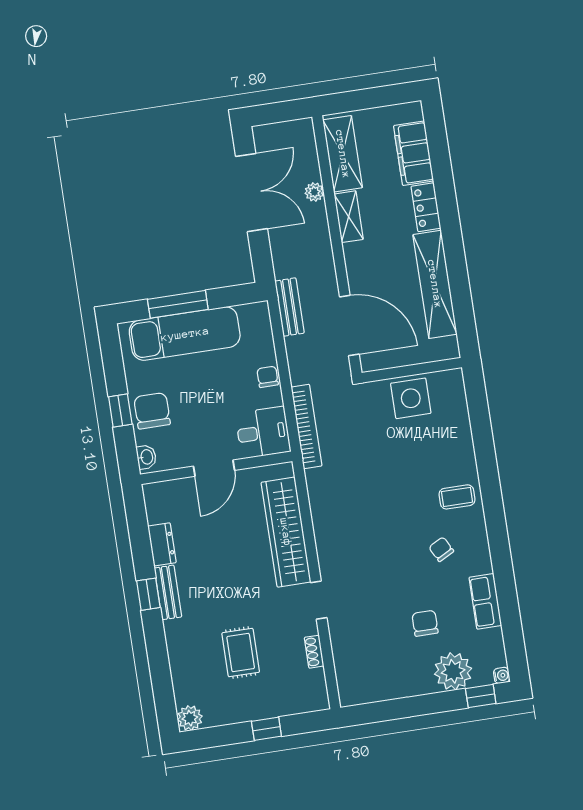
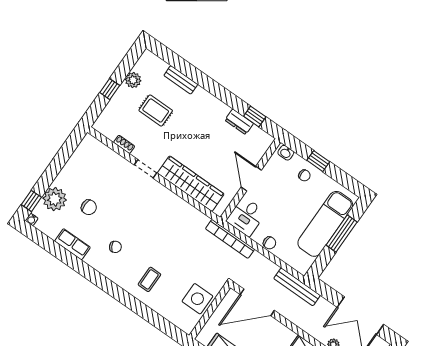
bench: (290, 307) -> (297, 287), width x1.36
chair: (152, 411) -> (304, 175), width x0.54, depth x0.54
coffee table: (457, 497) -> (149, 279), moved
bench: (168, 592) -> (181, 80), moved
window: (148, 594) -> (255, 117), moved
plant: (190, 718) -> (133, 80), moved

